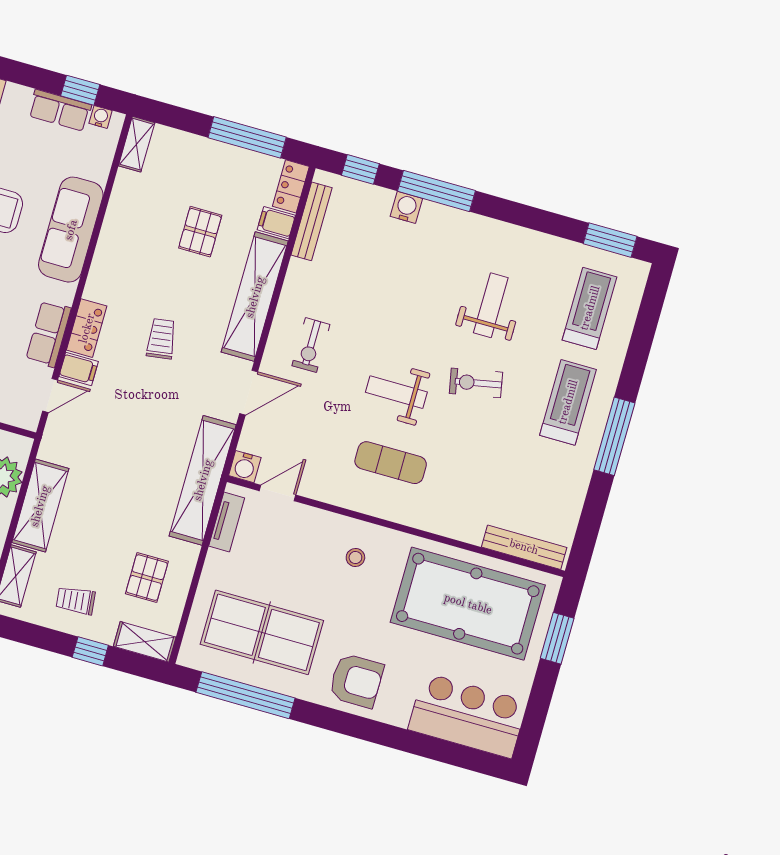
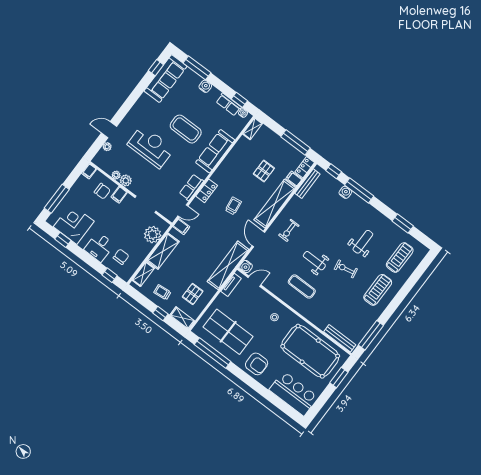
window: (610, 240) -> (403, 223), moved
filing cabinet: (79, 369) -> (181, 227), moved
door: (249, 393) -> (258, 239), swing flipped
window: (614, 436) -> (371, 335), moved

